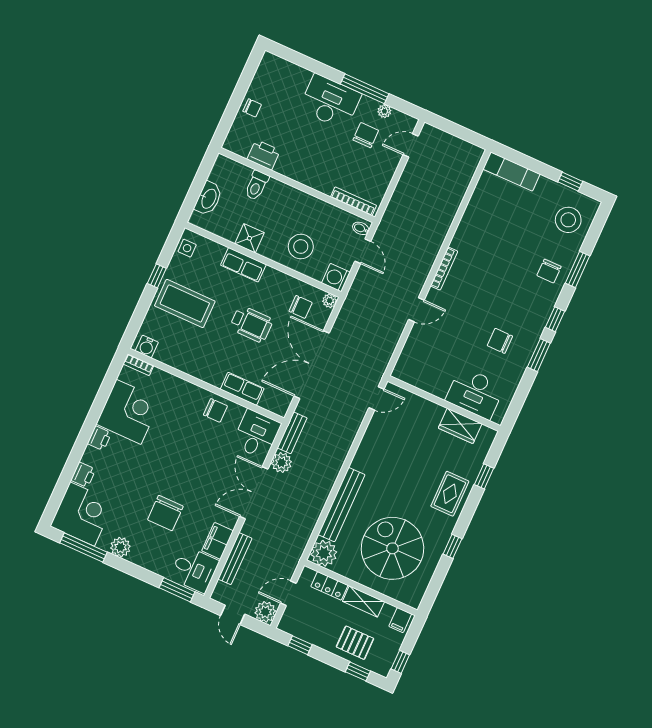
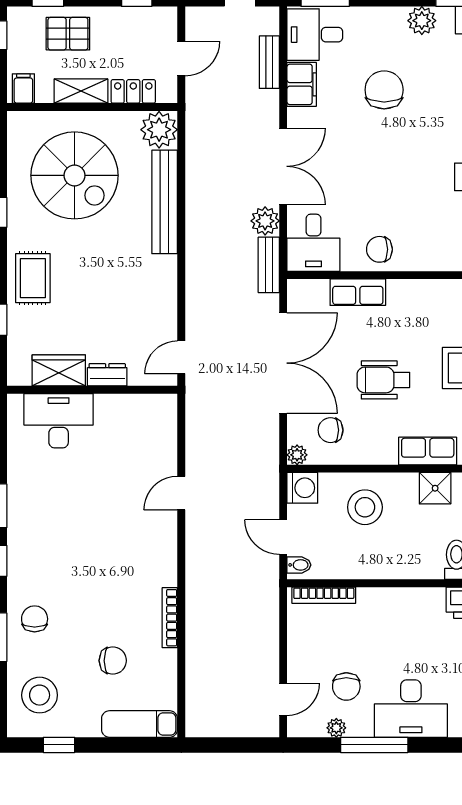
bookcase: (444, 269) -> (170, 618), moved
chair: (500, 341) -> (113, 661), moved
dresser: (430, 409) -> (107, 375), added
bench: (235, 559) -> (269, 62), width x0.73
plant: (265, 612) -> (200, 21), removed

